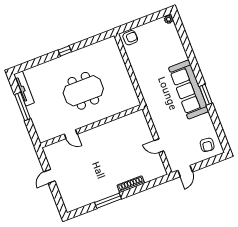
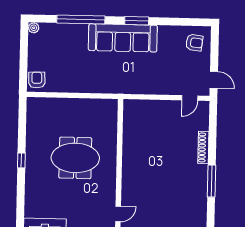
window: (189, 52) -> (81, 20), added
meeting table: (83, 91) -> (75, 158), turned 90
door: (71, 134) -> (118, 214), moved
door: (159, 146) -> (190, 98), moved

